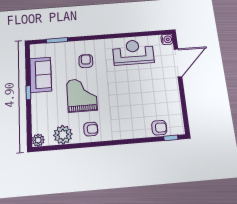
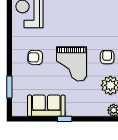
grand piano: (82, 95) -> (71, 64), turned -90

